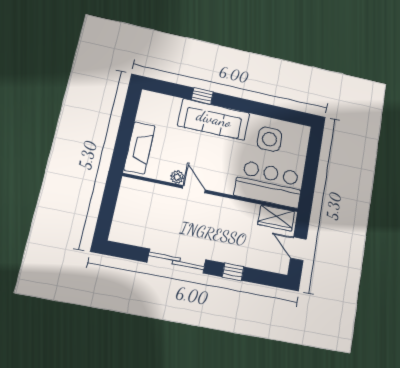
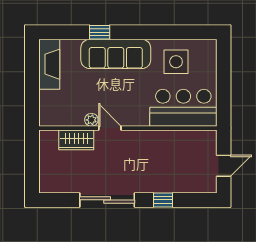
fireplace: (139, 148) -> (49, 64), moved
wardrobe: (276, 218) -> (76, 140), moved
door: (298, 249) -> (224, 166), swing flipped

